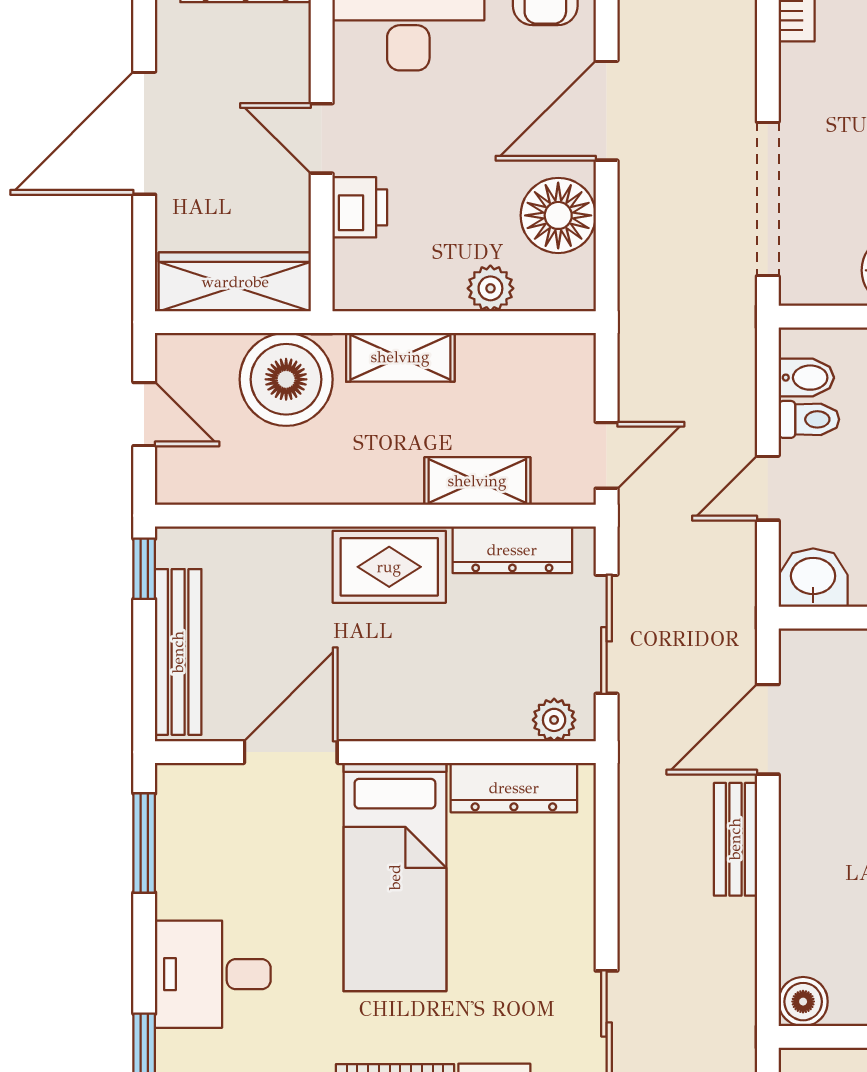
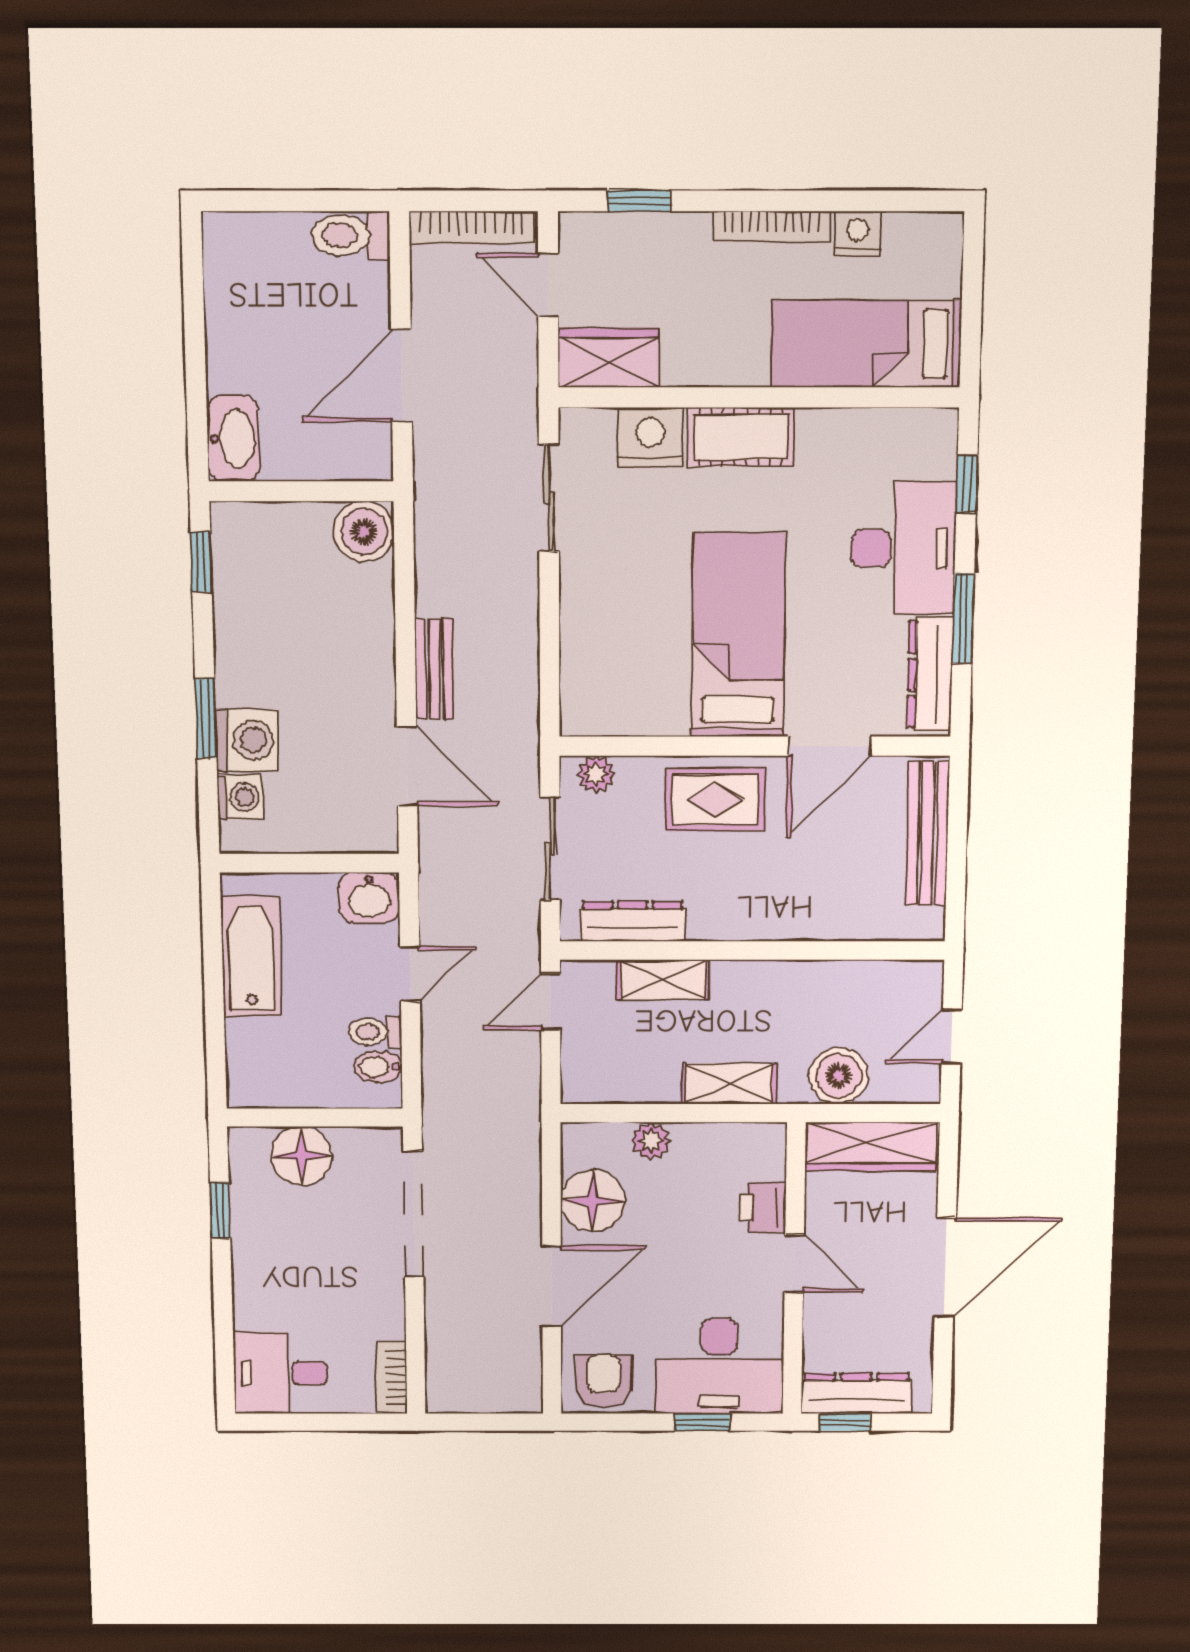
boiler: (286, 379) -> (839, 1076), width x0.73, depth x0.73
door: (144, 414) -> (952, 1036), hinge flipped
rug: (389, 567) -> (715, 800), moved
window: (144, 569) -> (955, 905), removed
door: (768, 729) -> (407, 766), hinge flipped
dresser: (514, 788) -> (930, 675), moved, turned -90
window: (144, 843) -> (963, 618), moved
desk: (213, 974) -> (903, 548), width x1.37
boiler: (803, 1002) -> (364, 531), width x1.36, depth x1.36

